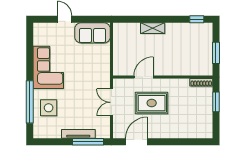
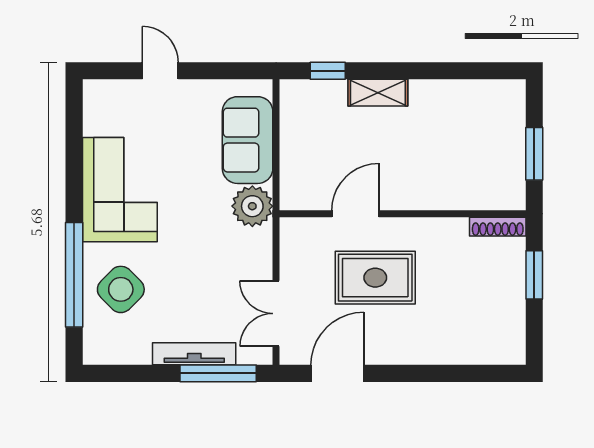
window: (197, 19) -> (328, 71), moved
sofa: (92, 33) -> (248, 140), moved, turned 90
plant: (102, 74) -> (252, 206), added
double door: (111, 102) -> (276, 314), moved
side table: (49, 108) -> (121, 289), turned 45

